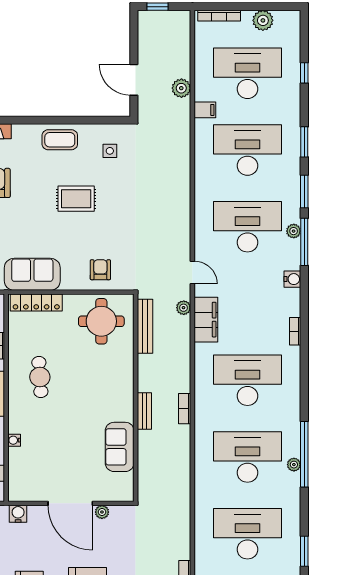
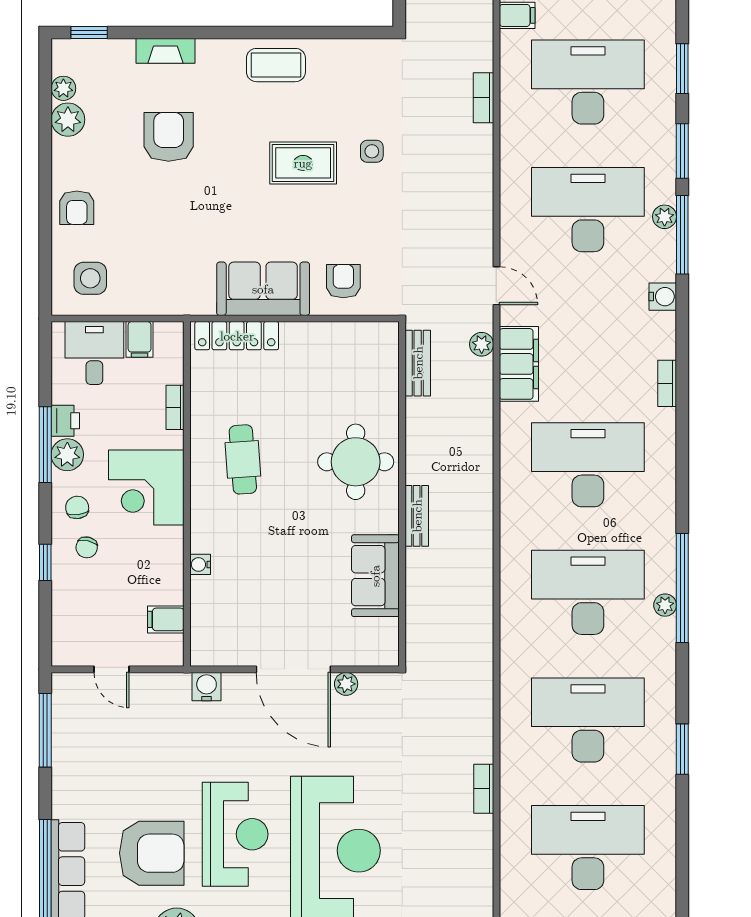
side table: (110, 151) -> (372, 151), moved
sofa: (32, 274) -> (263, 289), moved
round table: (101, 321) -> (356, 462), moved
bench: (145, 326) -> (418, 363), width x0.73
bookcase: (185, 409) -> (483, 98), moved

